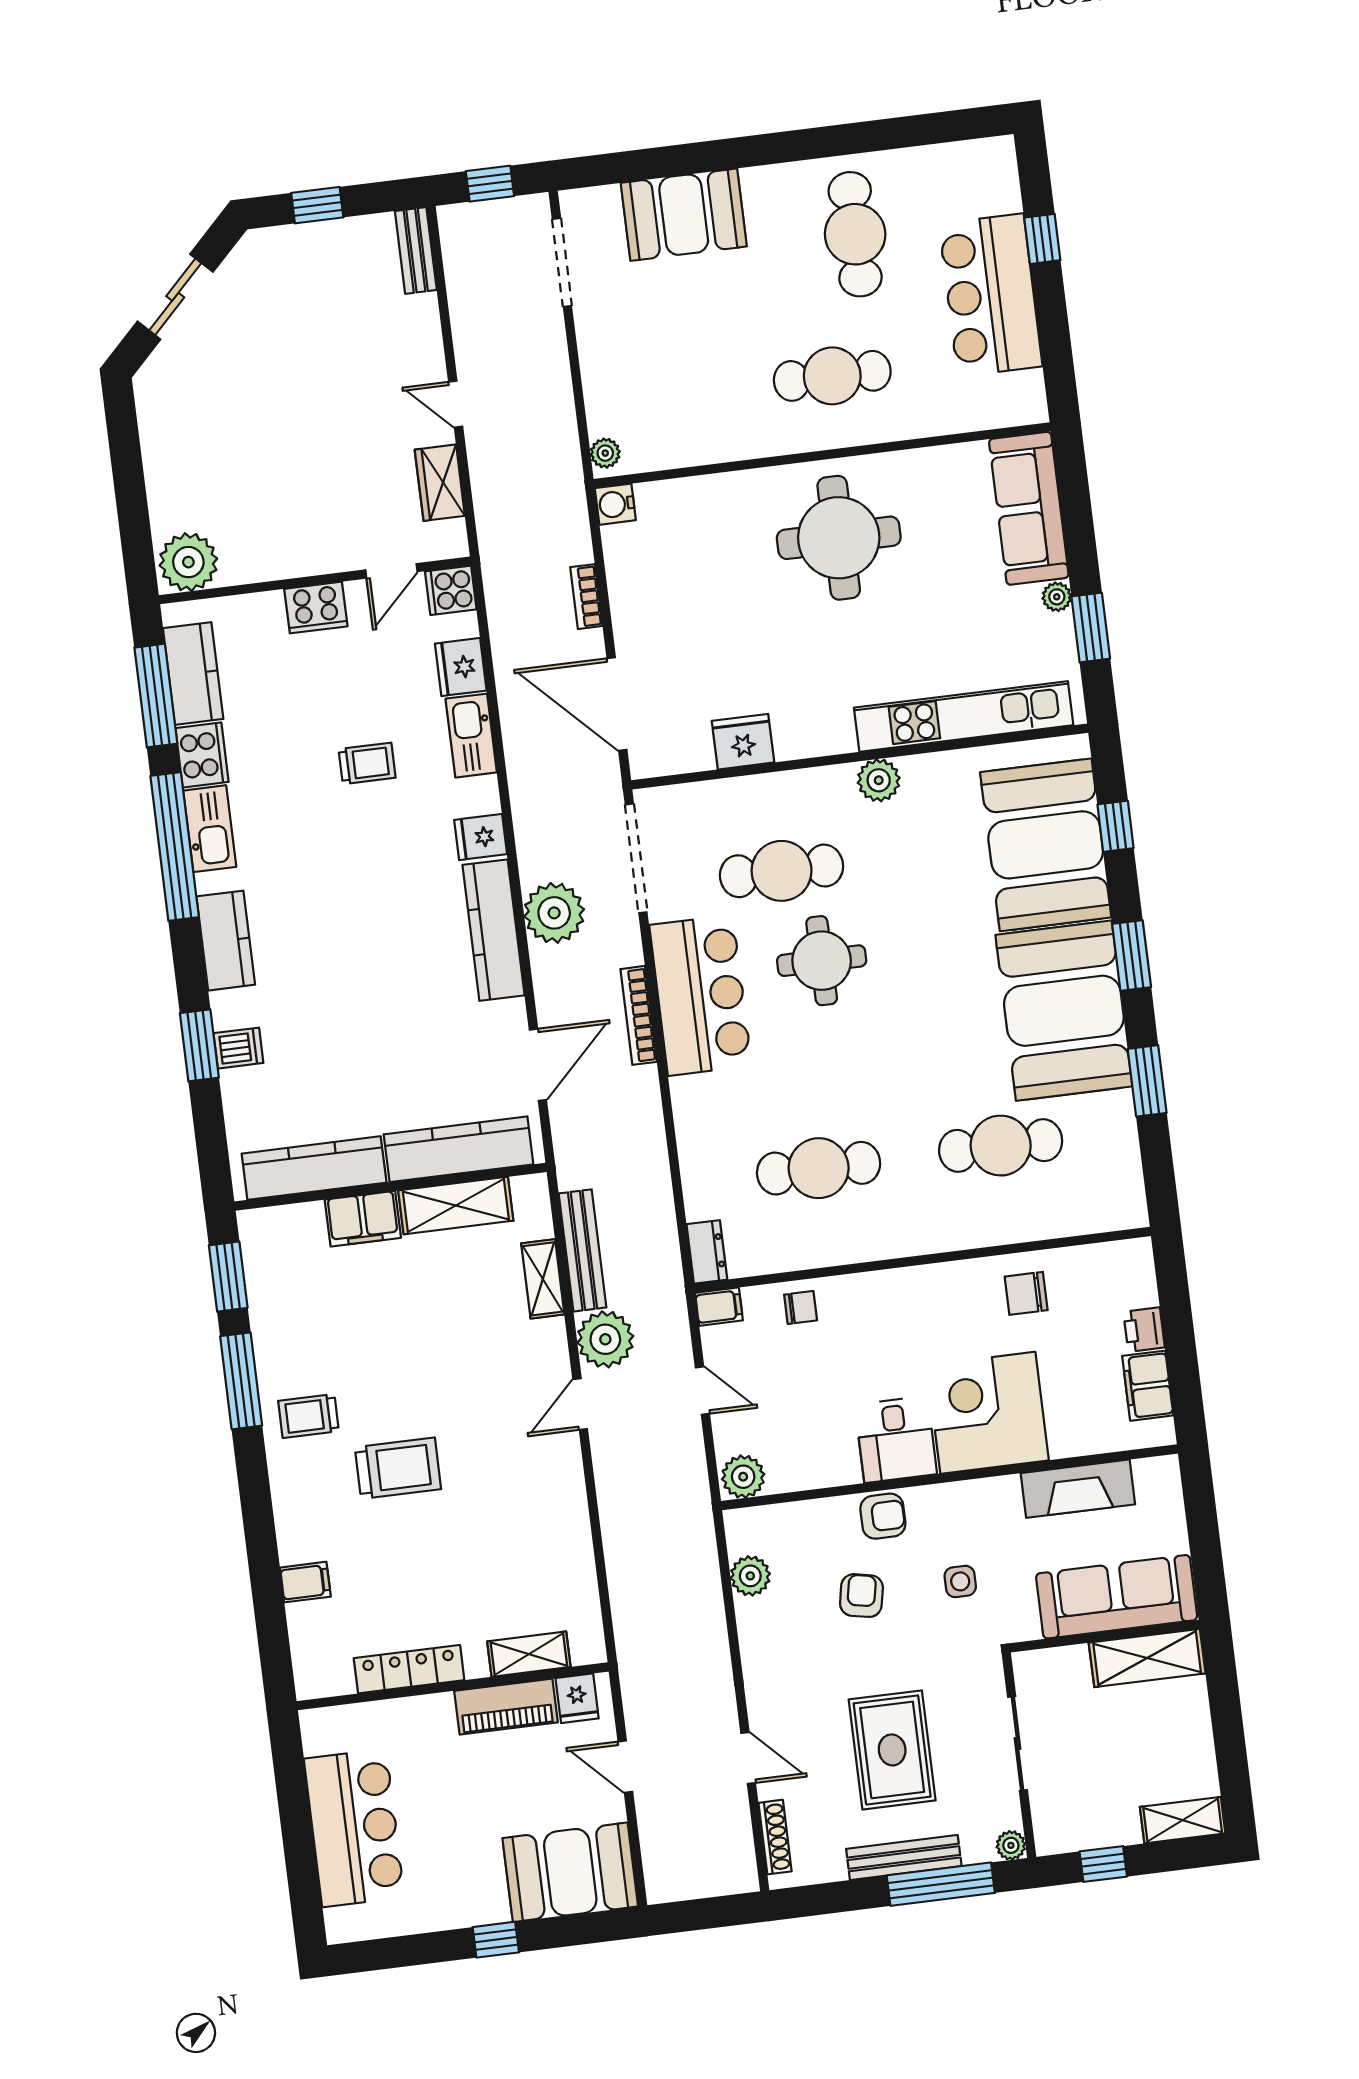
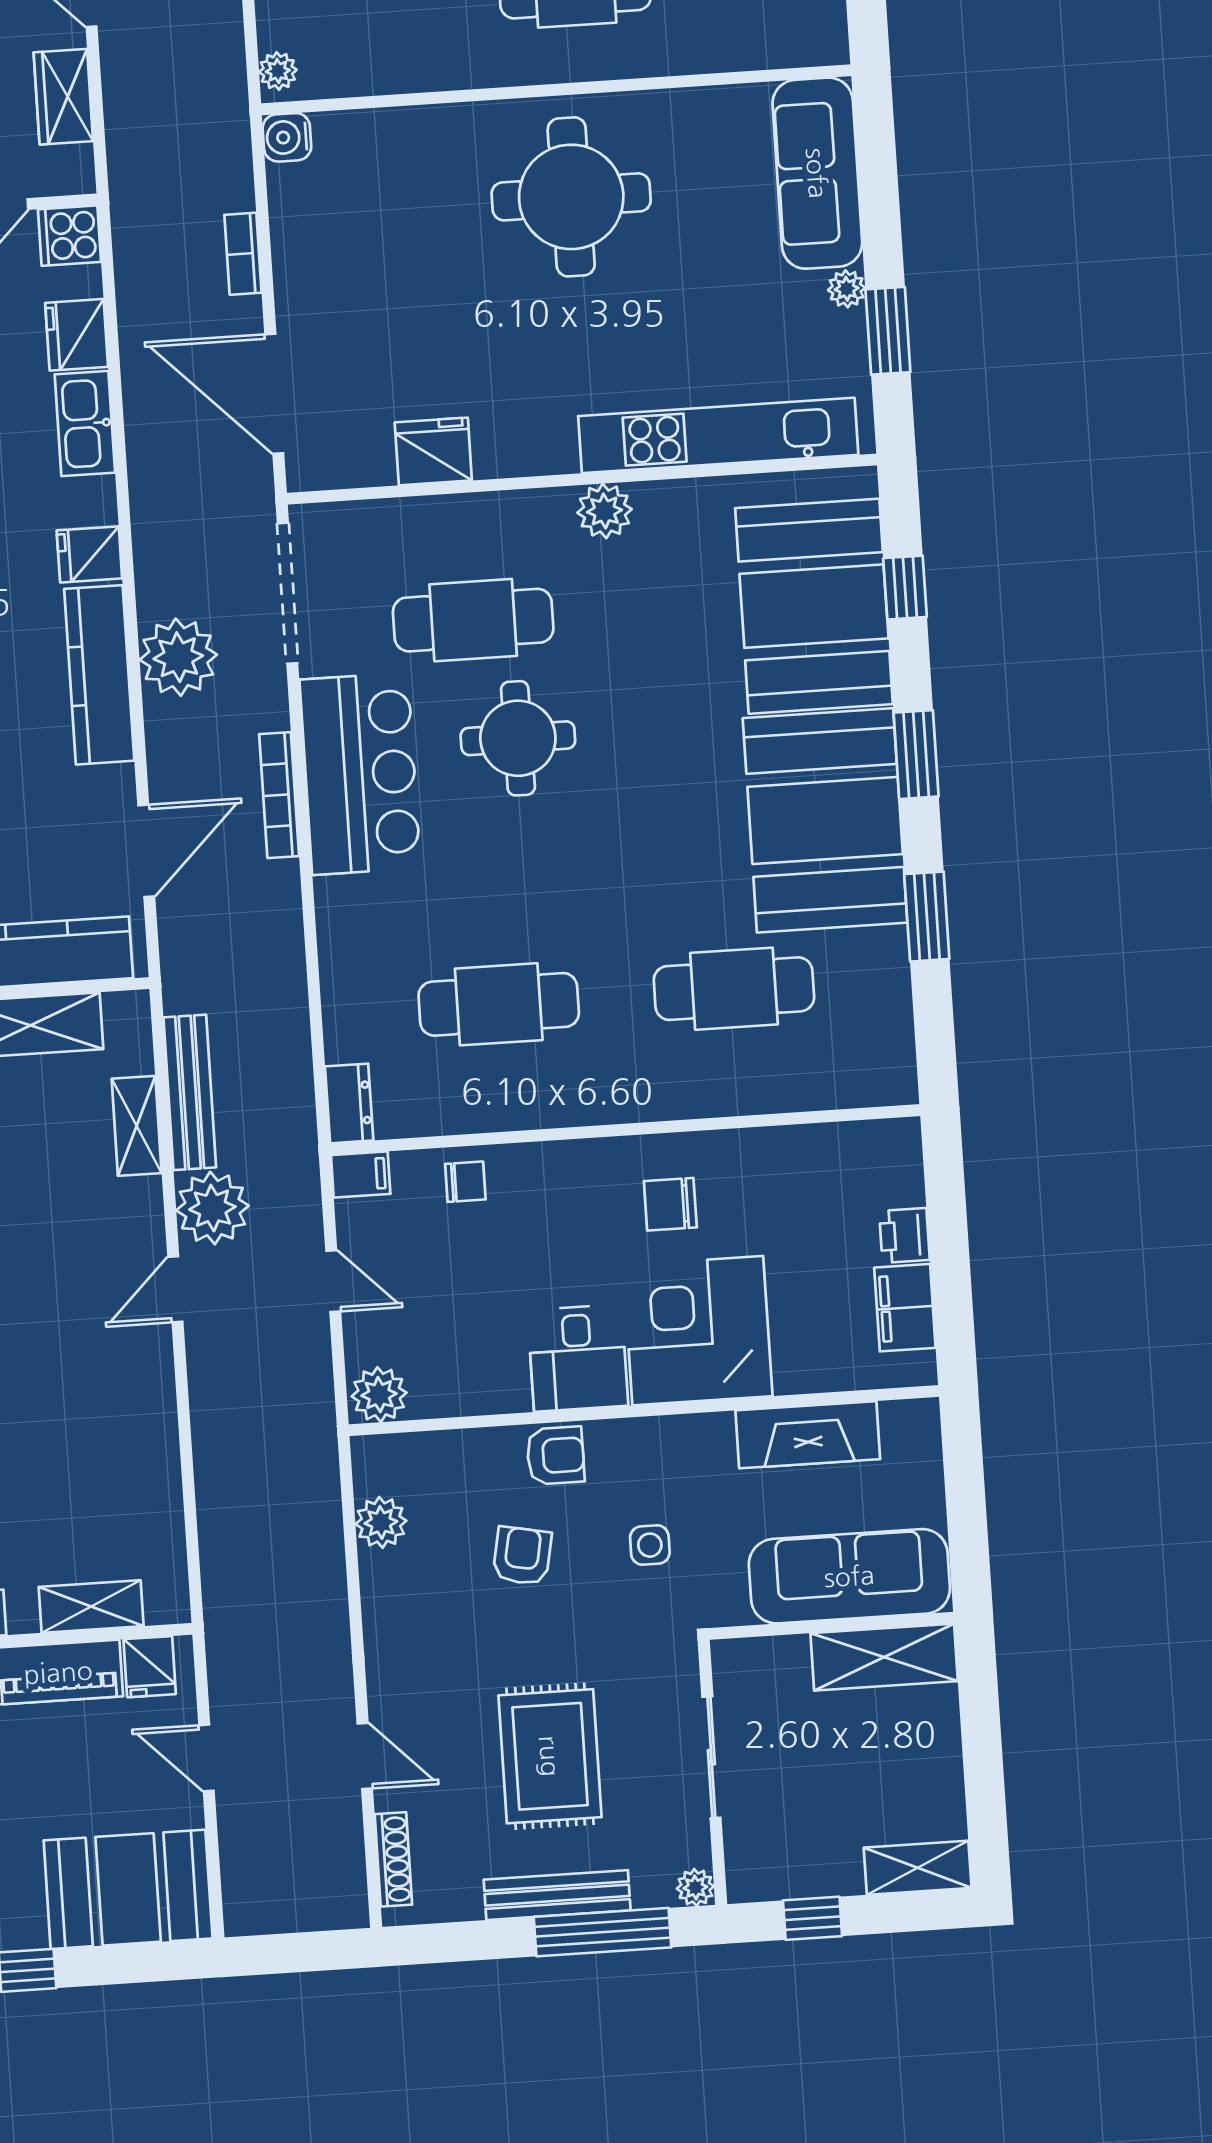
chair: (1026, 1293) -> (670, 1204), moved

